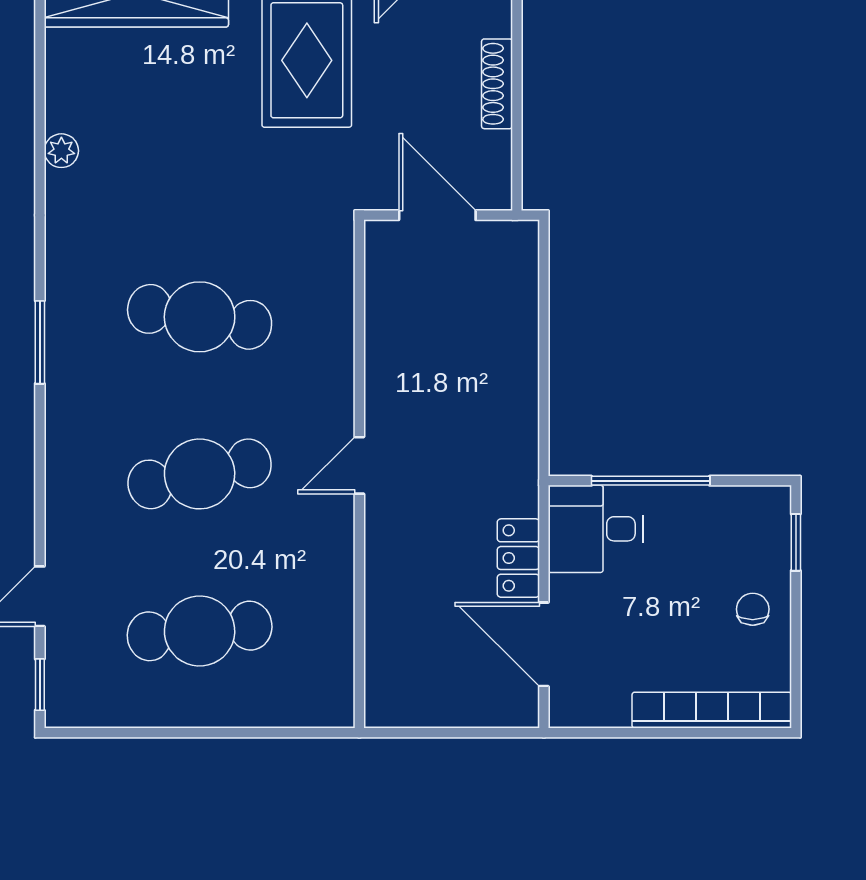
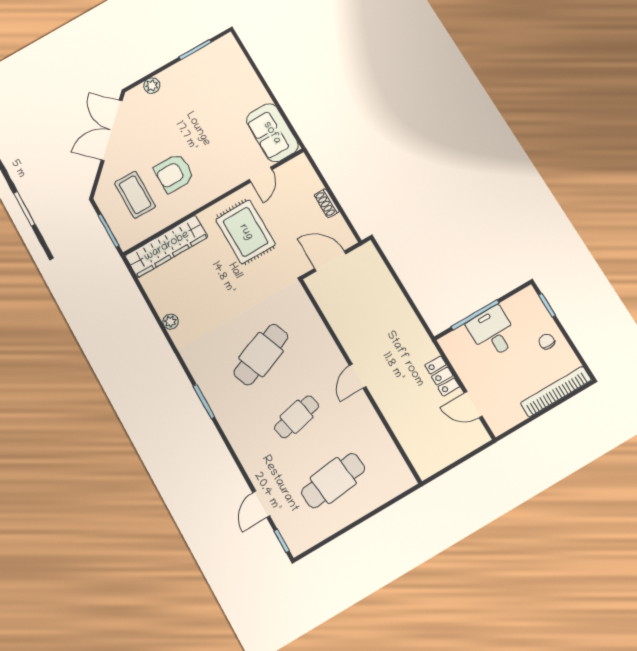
shoe rack: (497, 84) -> (327, 203), width x0.70
cafe table: (200, 317) -> (261, 355), turned -30
cafe table: (200, 474) -> (297, 417), width x0.73, depth x0.74
desk: (595, 529) -> (493, 332), moved, turned 90
door: (544, 644) -> (473, 405), width x0.73

